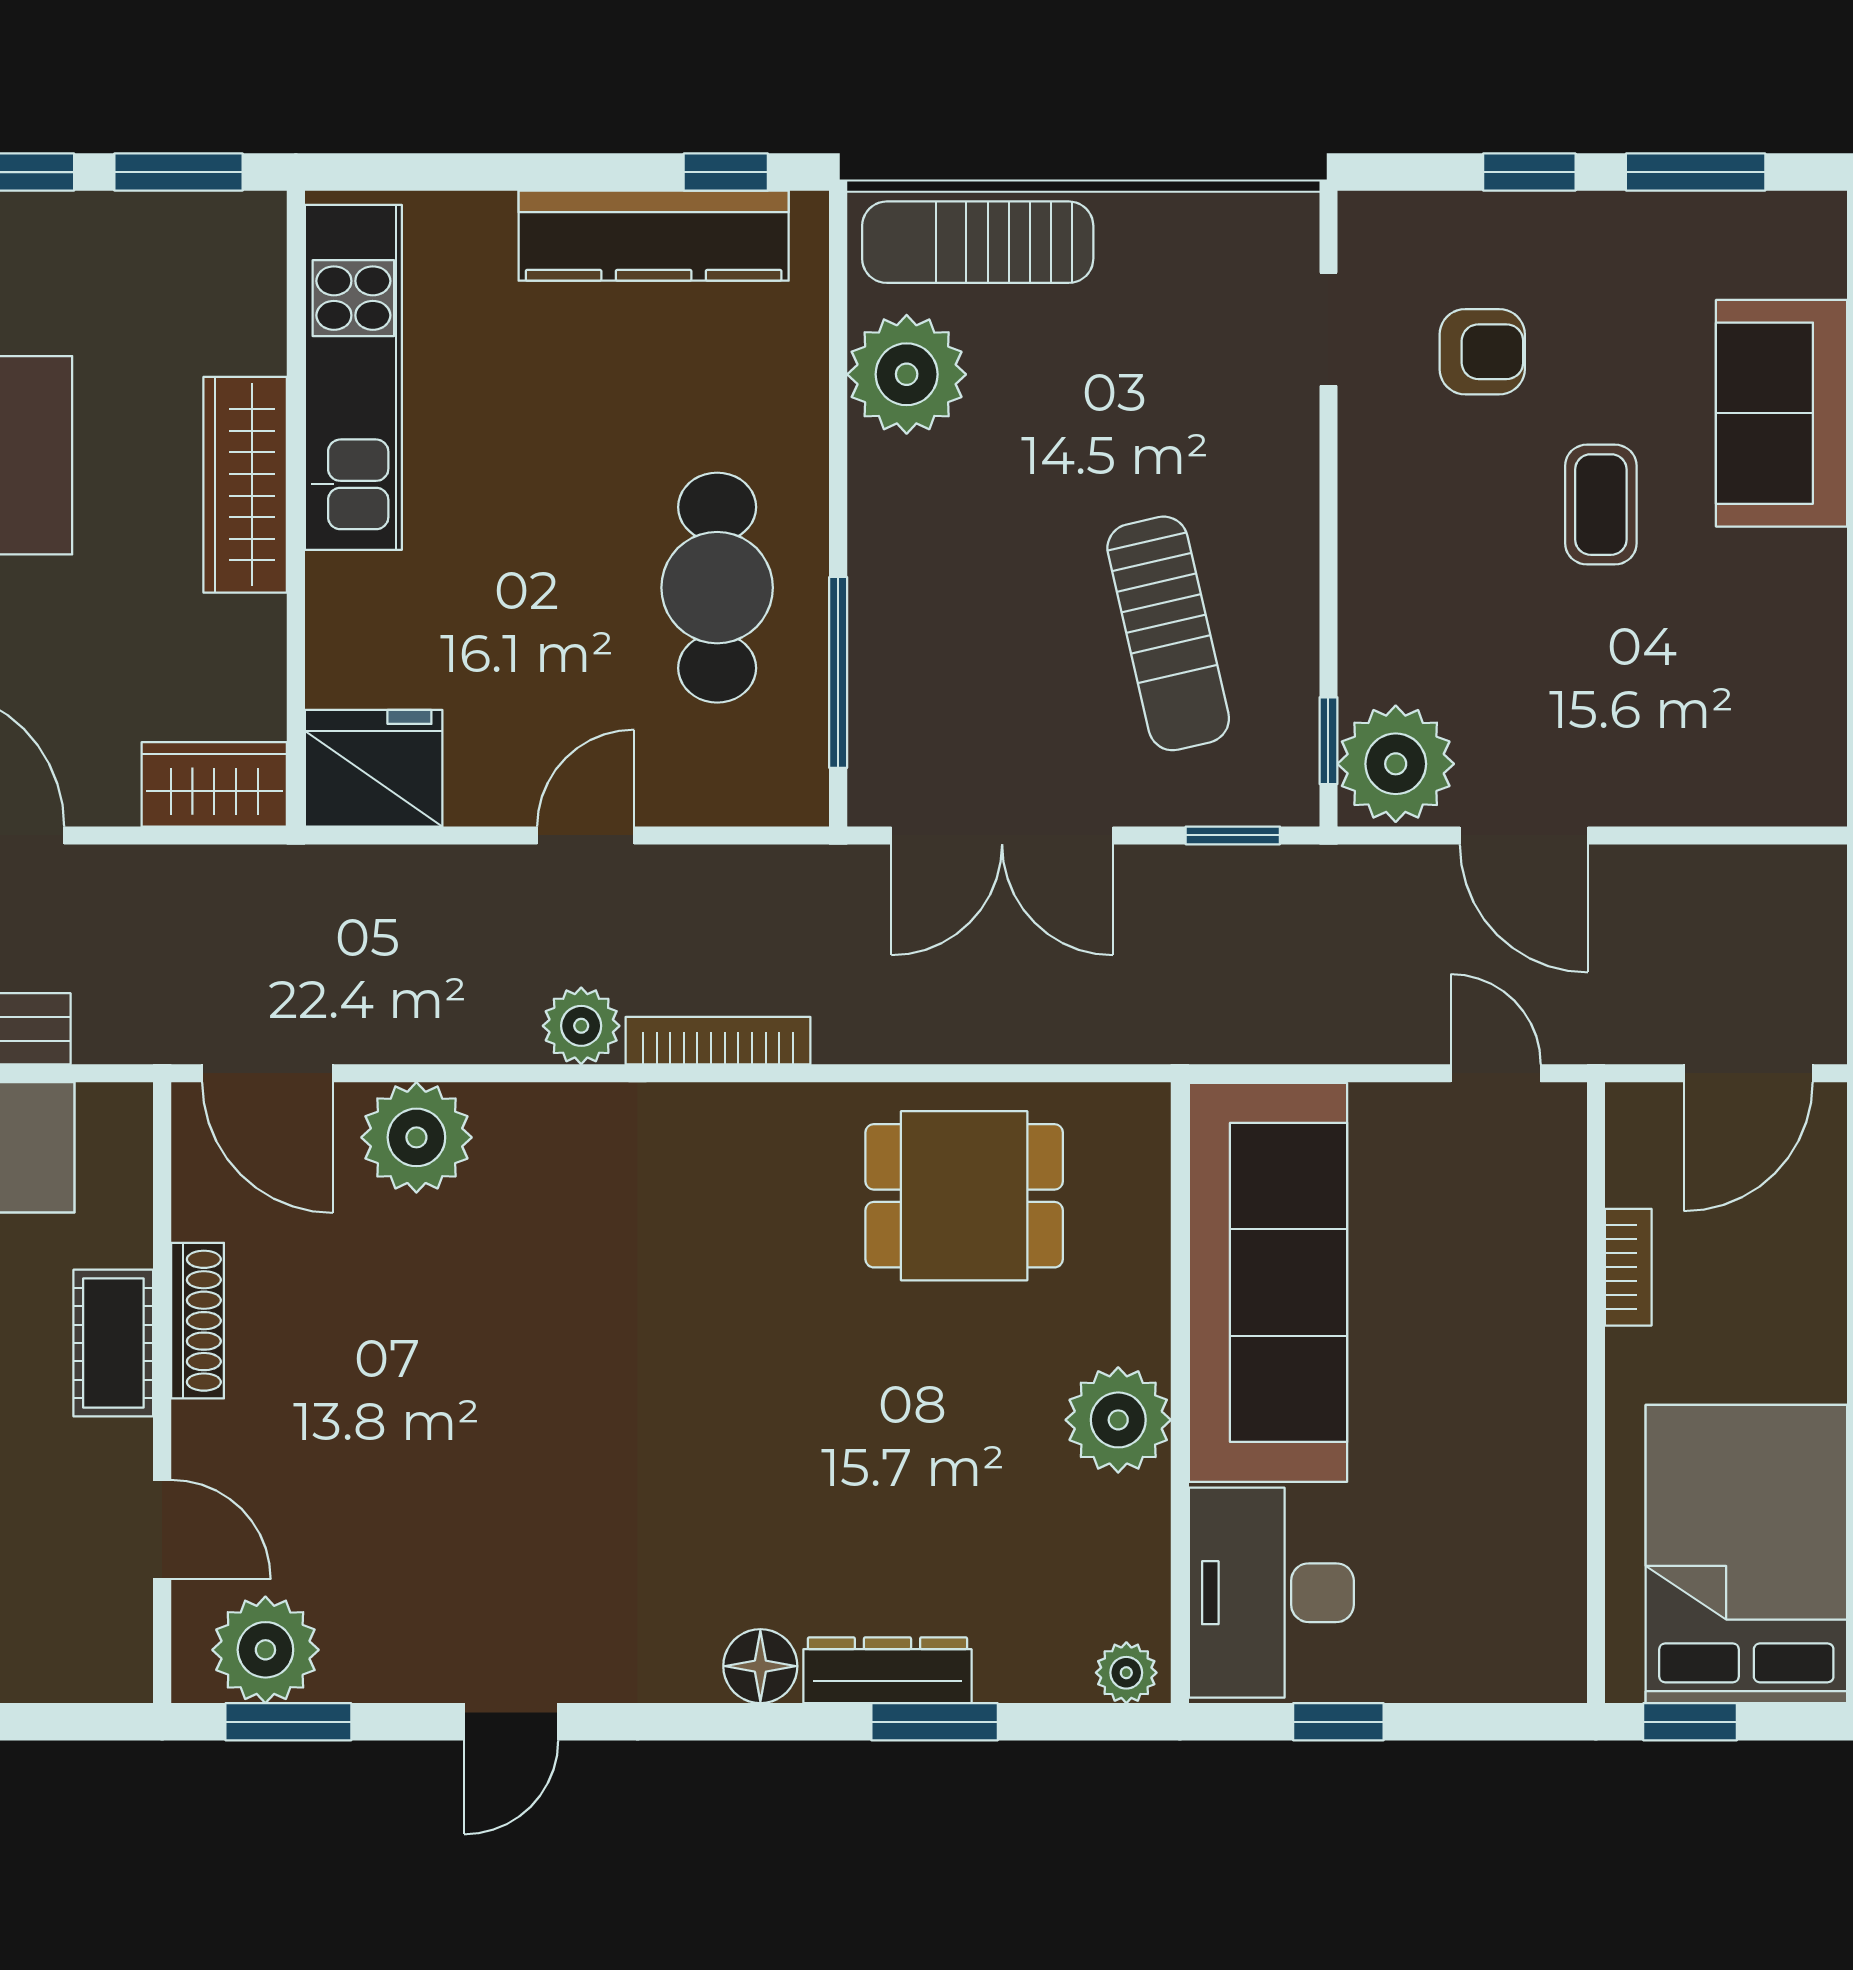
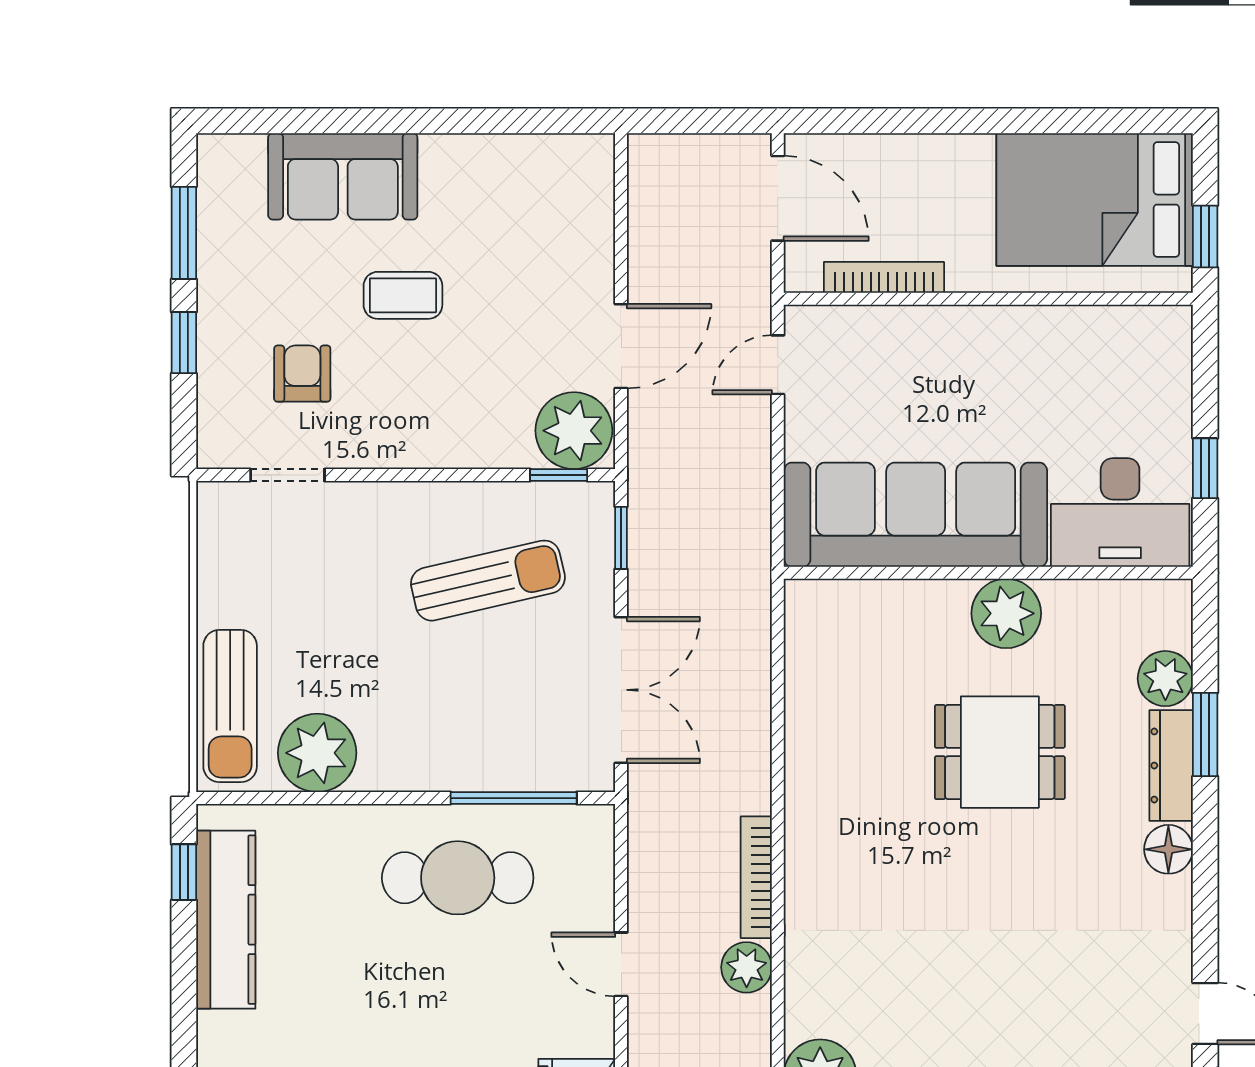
dining table: (964, 1196) -> (1000, 752), moved, turned 90
bookcase: (1628, 1267) -> (884, 277), width x1.56
plant: (1126, 1673) -> (1165, 679), moved, width x1.38, depth x1.38

